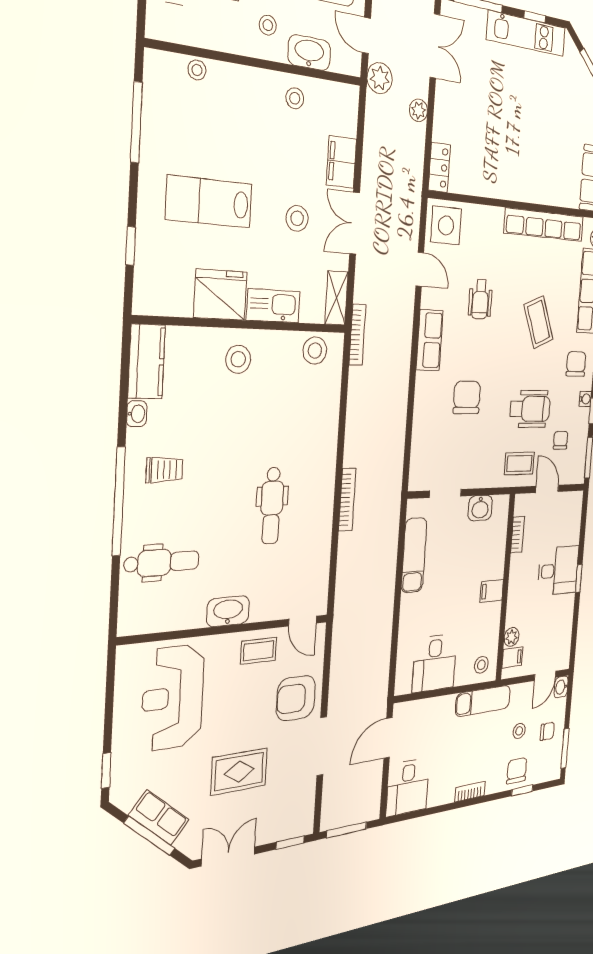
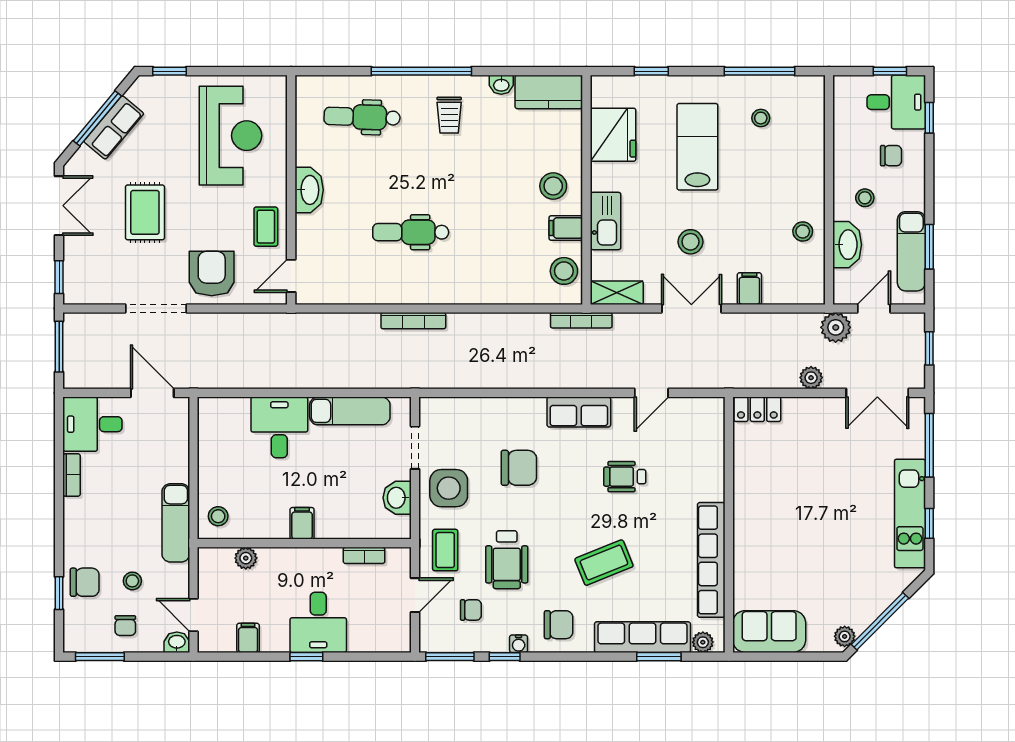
stool: (197, 70) -> (761, 118), moved
filing cabinet: (341, 162) -> (749, 289), width x0.50
side table: (446, 225) -> (449, 488), moved
fridge: (220, 295) -> (613, 135), moved
filing cabinet: (277, 347) -> (566, 228), added
dental chair: (162, 562) -> (362, 117), turned 92
filing cabinet: (512, 657) -> (248, 638), moved, turned 180
desk: (435, 663) -> (279, 427), moved, turned 90
reception desk: (173, 697) -> (230, 136), turned 90
bookcase: (470, 792) -> (72, 475), moved

